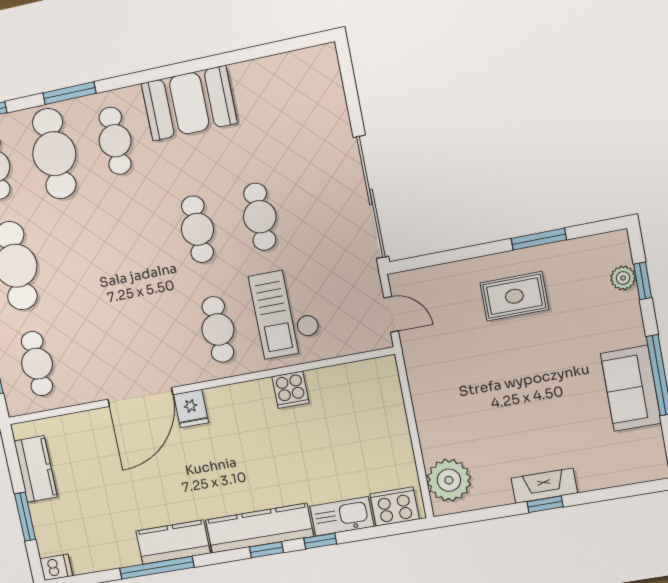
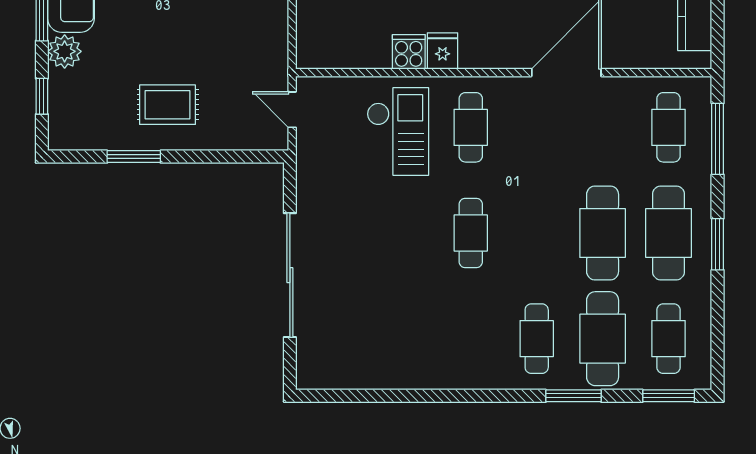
booth: (189, 103) -> (453, 360), removed
sliding door: (371, 197) -> (290, 275), moved
cafe table: (260, 217) -> (603, 233), moved, width x1.37, depth x1.35
plant: (623, 278) -> (65, 51), moved, width x1.38, depth x1.38
fridge: (191, 409) -> (443, 51), moved

